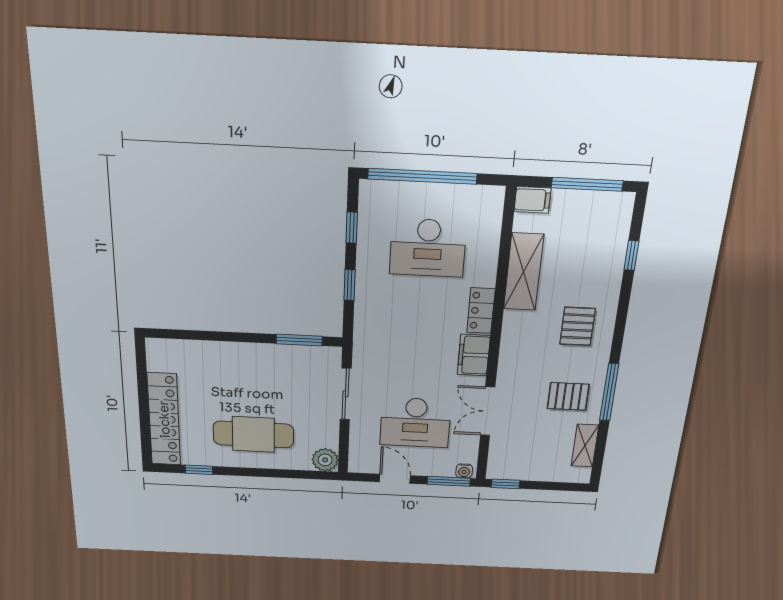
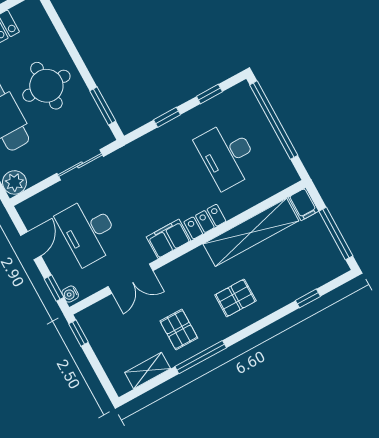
shelving: (524, 272) -> (251, 232), width x1.47
round table: (246, 380) -> (46, 86), added
double door: (488, 411) -> (131, 279), swing flipped
window: (449, 481) -> (54, 288), width x0.67

